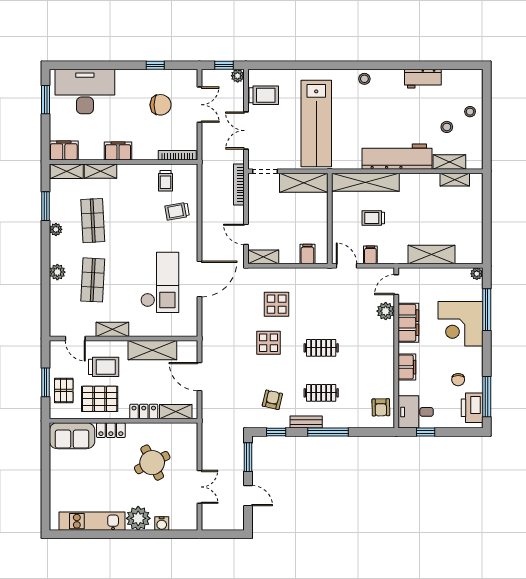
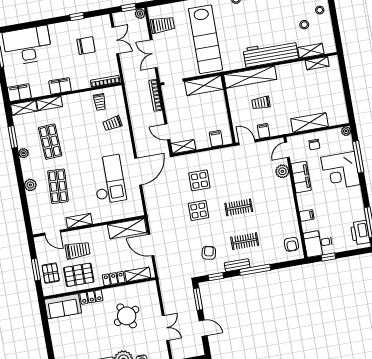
shelving: (152, 350) -> (127, 229), moved
filing cabinet: (407, 367) -> (307, 215), width x0.50
chair: (458, 380) -> (314, 144), moved

